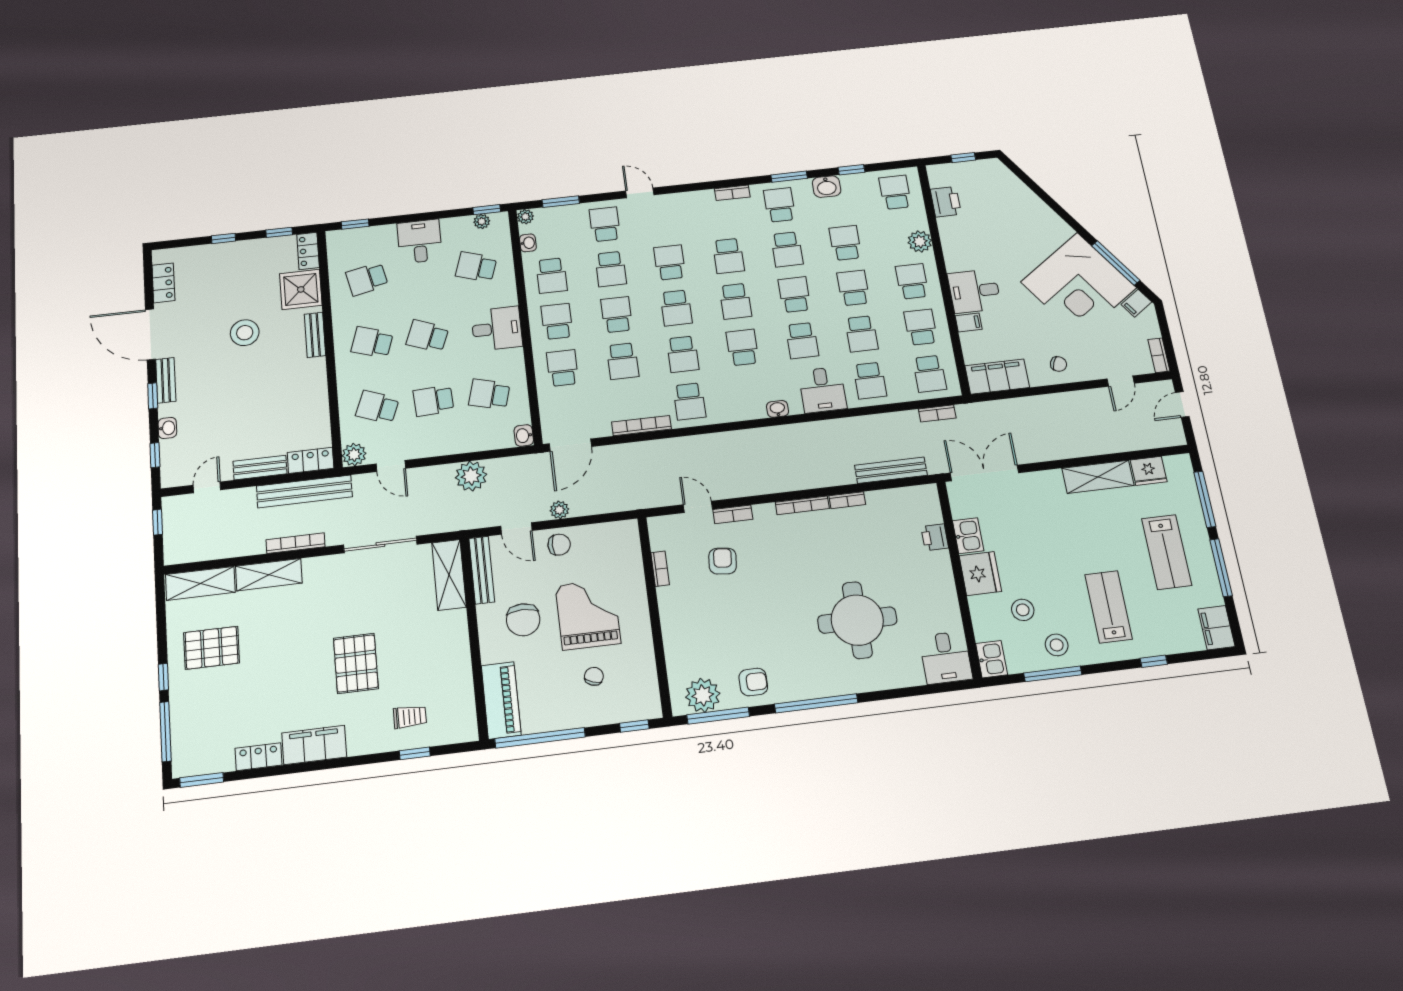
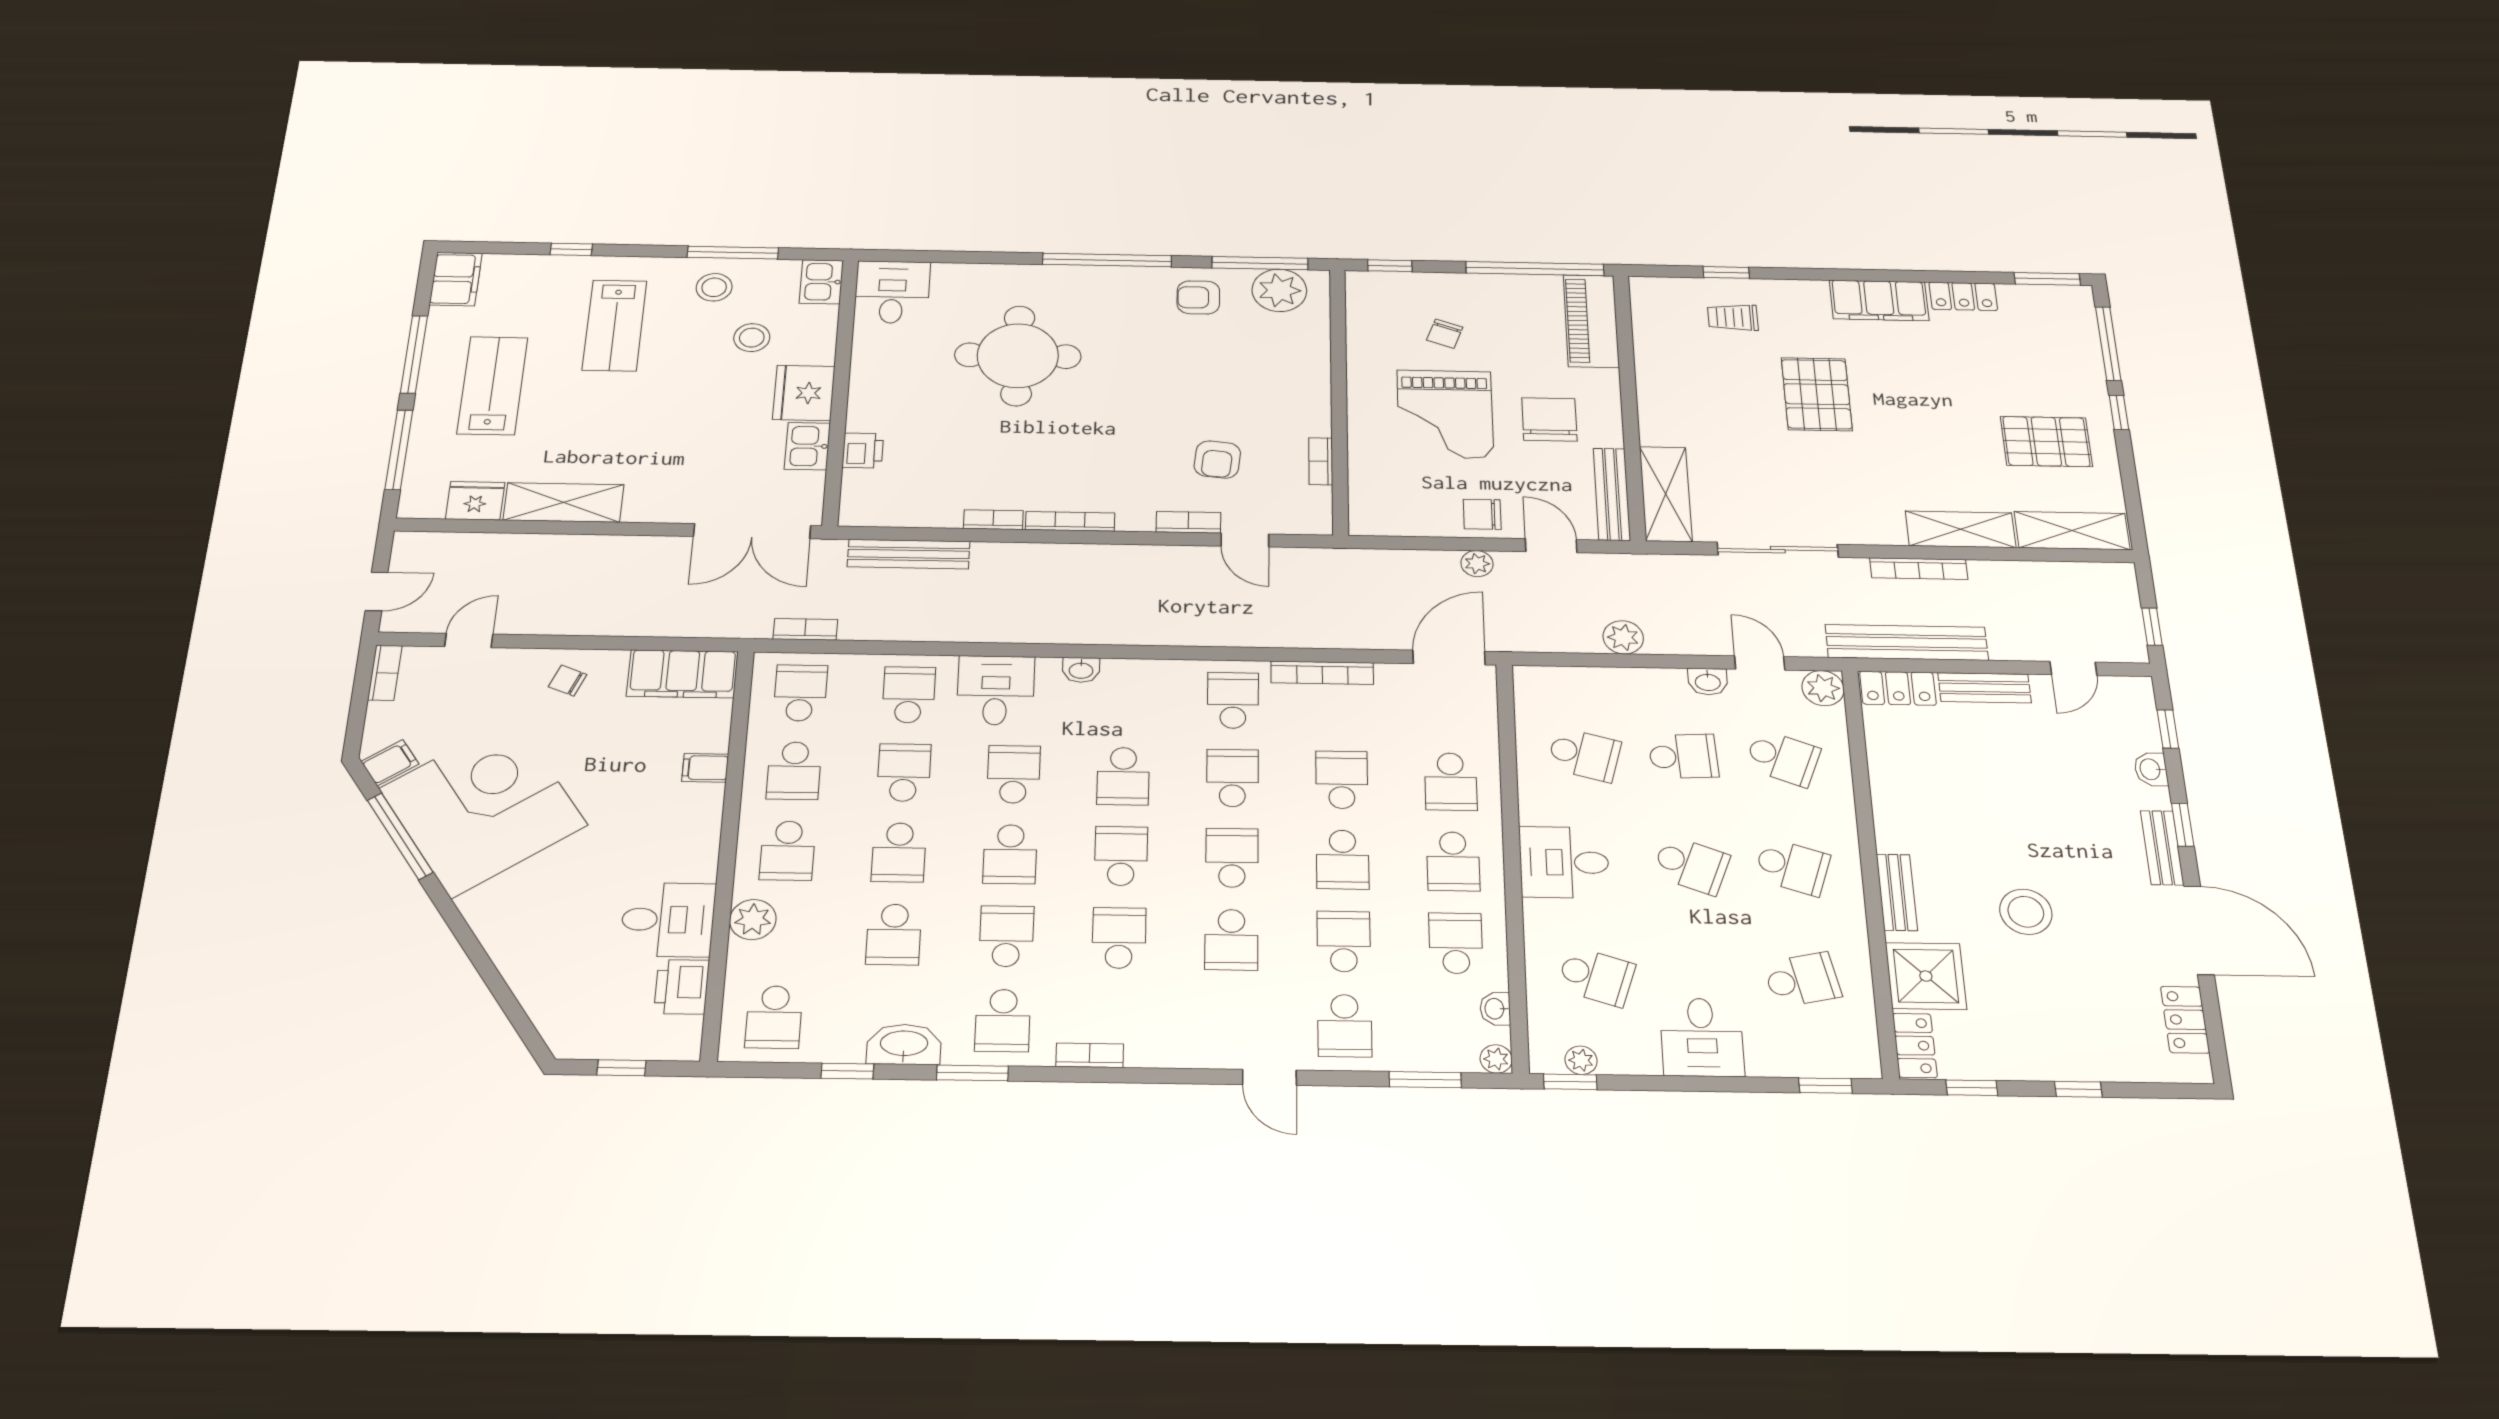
washbasin: (827, 187) -> (904, 1044), width x1.38
desk: (974, 291) -> (668, 920), moved
washbasin: (524, 435) -> (1708, 682), moved, turned 90
plant: (471, 476) -> (1623, 637), width x0.73, depth x0.73

